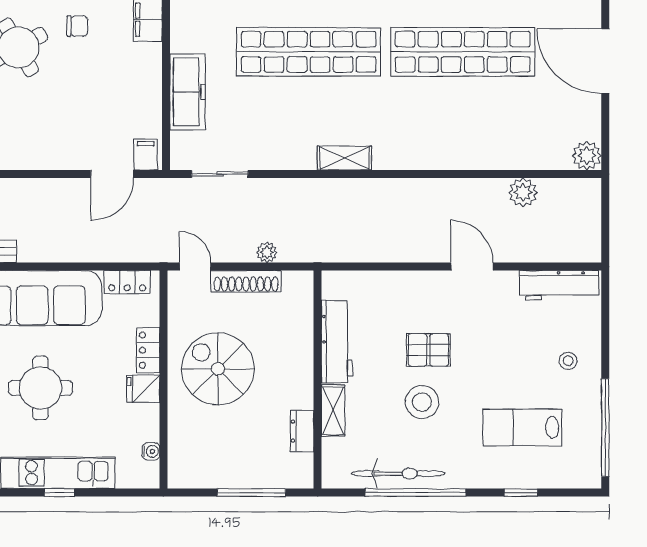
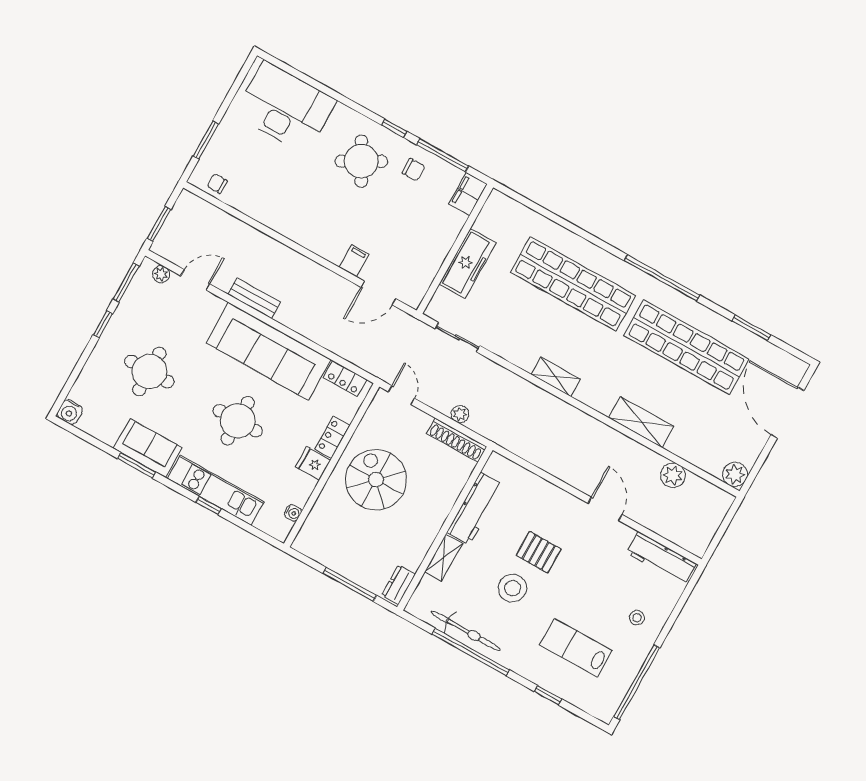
filing cabinet: (146, 155) -> (354, 261), moved
shelving: (459, 156) -> (641, 422), added
shoe rack: (246, 281) -> (457, 440), moved
dresser: (302, 431) -> (399, 585), moved

